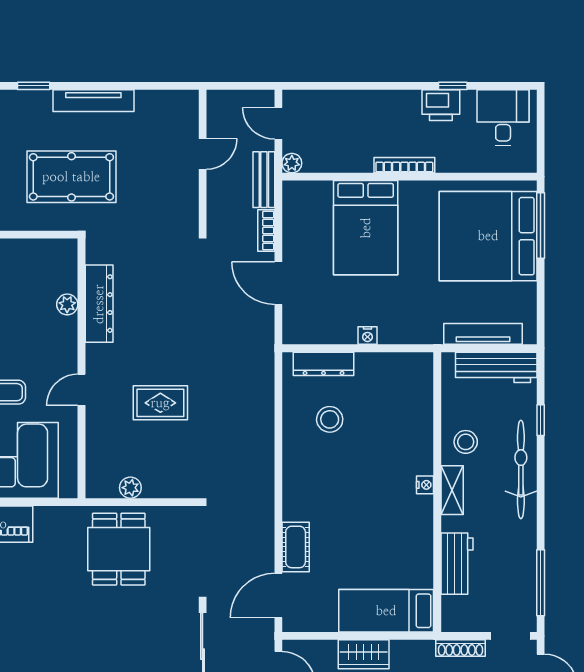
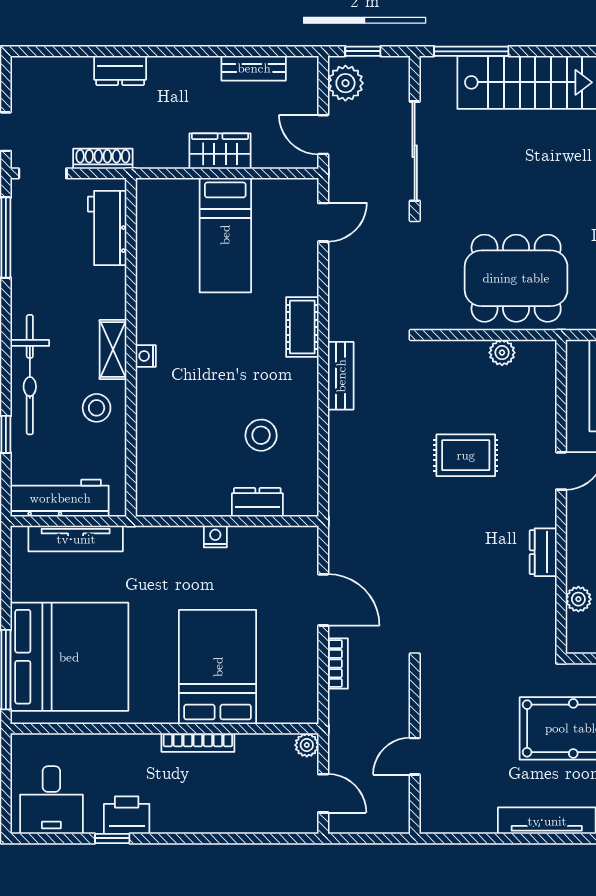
bookcase: (404, 165) -> (198, 743), moved
bench: (264, 180) -> (341, 376), moved
plant: (67, 304) -> (578, 599), moved
dresser: (99, 304) -> (543, 552), width x0.51, depth x0.80
dresser: (324, 364) -> (257, 502), width x0.70
cot: (296, 547) -> (302, 327), moved
dining table: (119, 549) -> (516, 278), width x1.37
workbench: (457, 564) -> (107, 228), moved
door: (278, 596) -> (323, 222), width x0.73
bed: (386, 611) -> (225, 235), moved, turned 90

